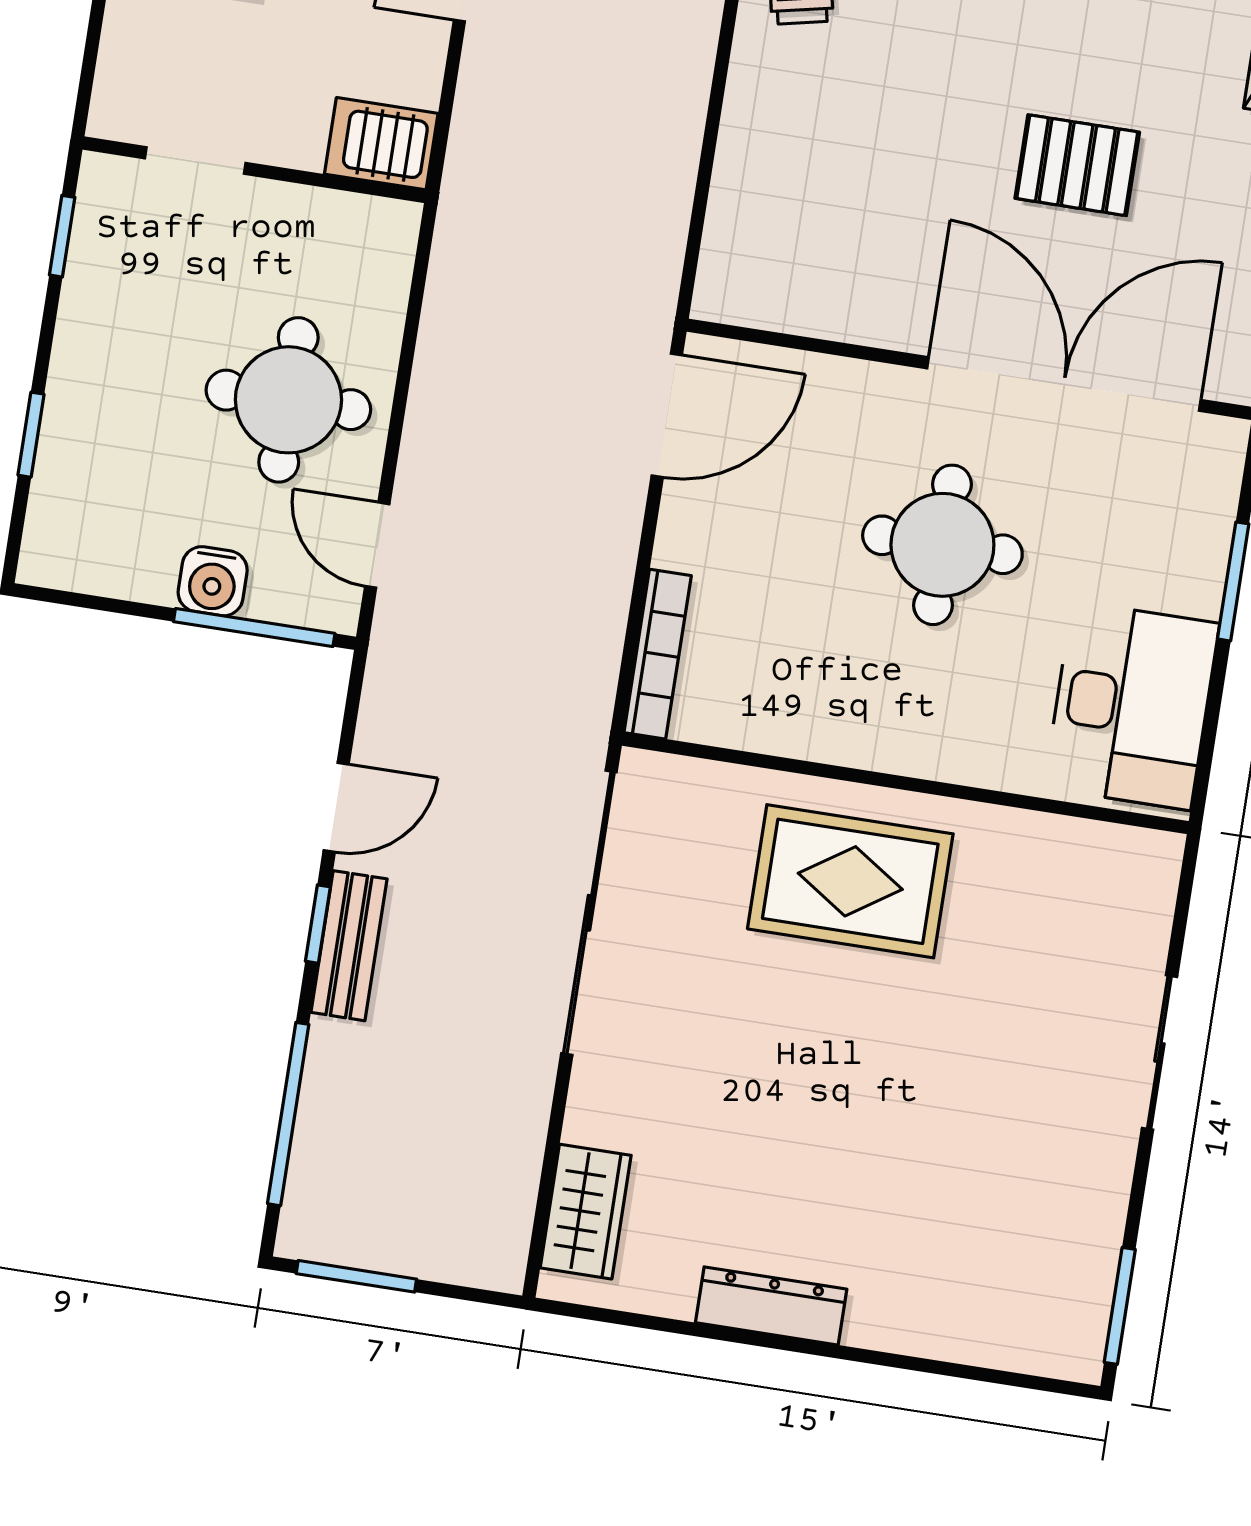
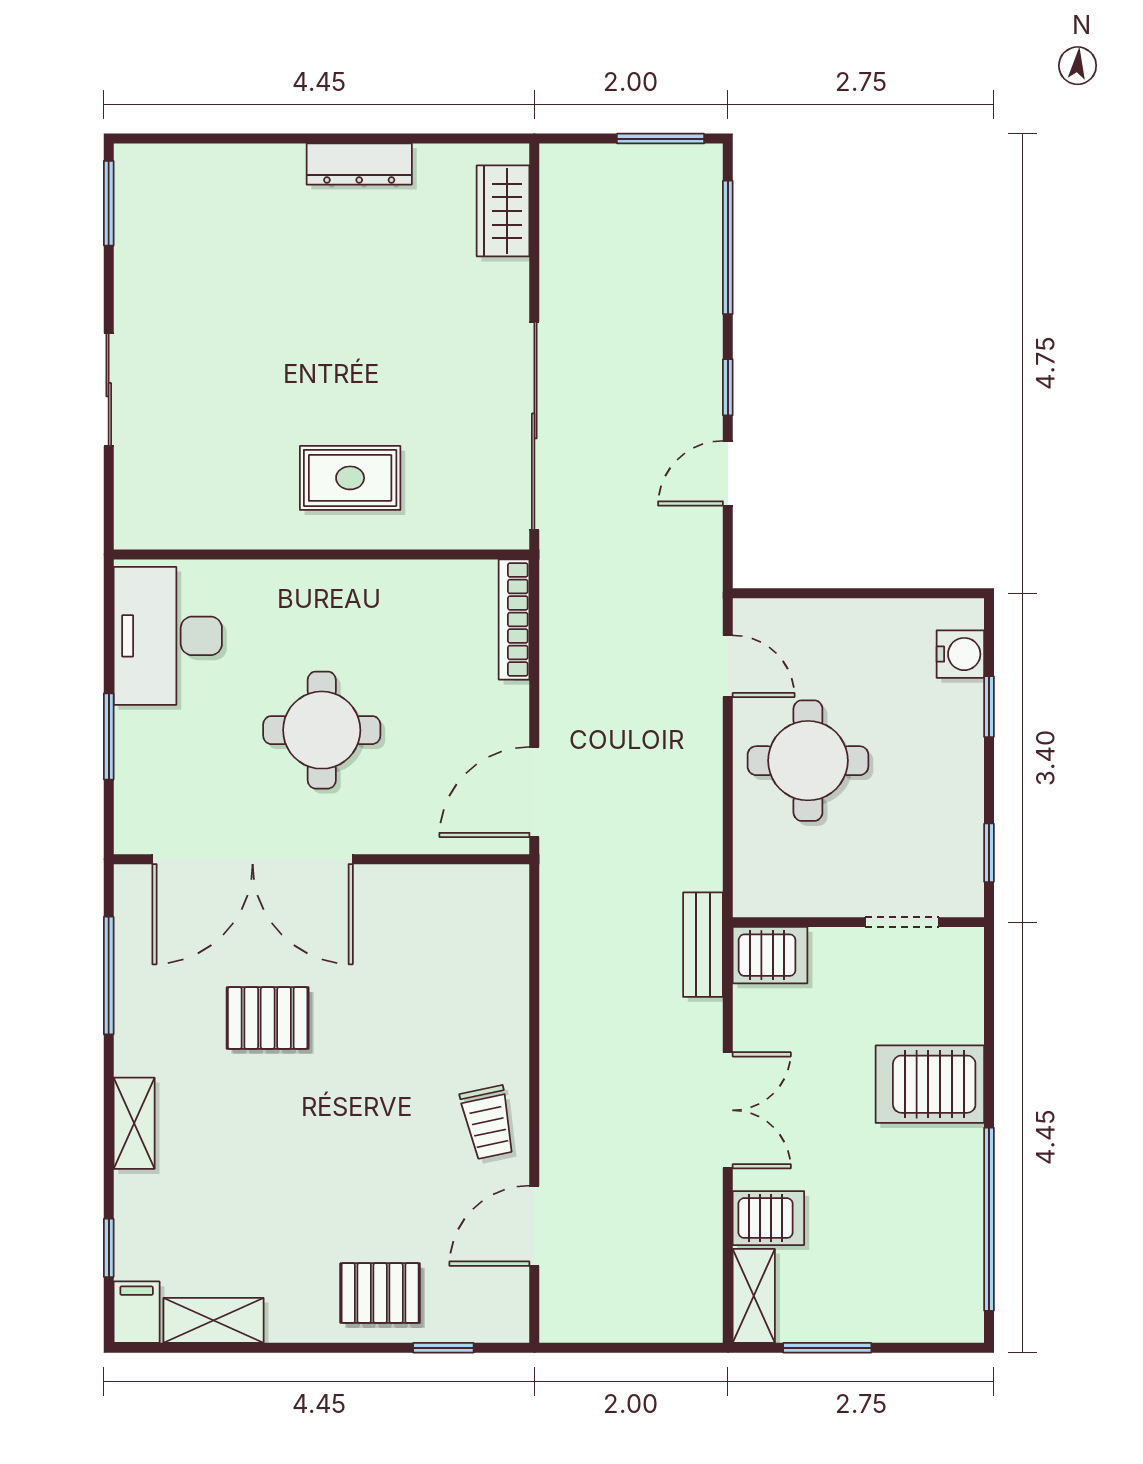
water cooler: (213, 581) -> (960, 654), moved, turned 90
window: (254, 628) -> (807, 593), removed
rug: (850, 881) -> (350, 478), width x0.73, depth x0.70
bench: (349, 946) -> (703, 945), moved

